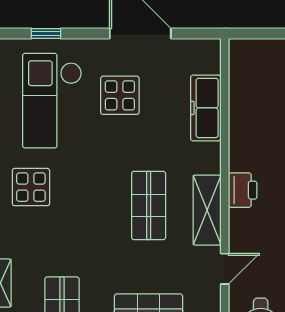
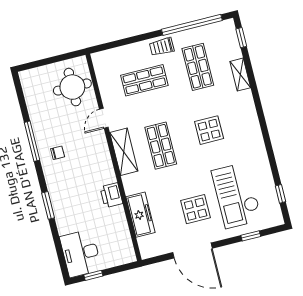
checkout: (52, 101) -> (237, 195), turned 180
display table: (31, 187) -> (209, 130), moved
printer: (243, 190) -> (111, 195), moved

